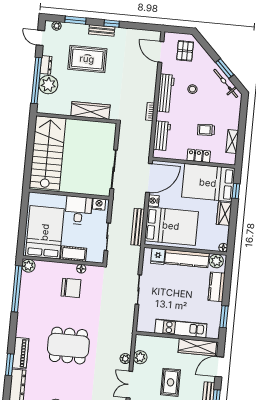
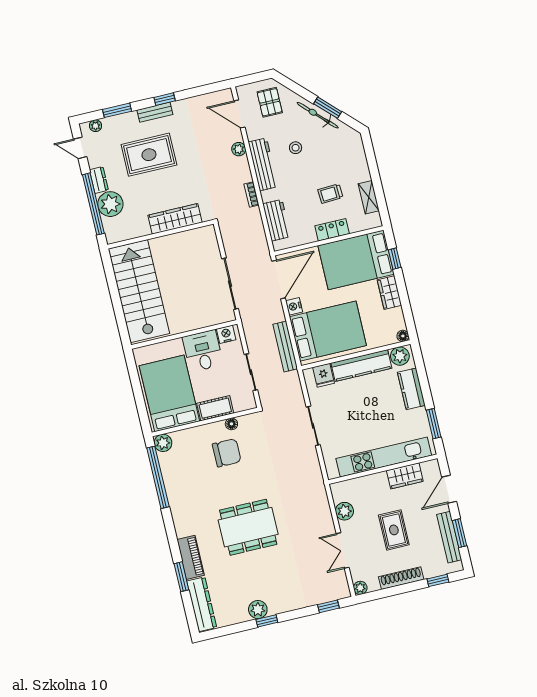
bicycle: (226, 83) -> (318, 115), moved
kitchen unit: (181, 328) -> (384, 457), width x1.36
wardrobe: (197, 347) -> (405, 476), width x0.67
plant: (125, 359) -> (239, 149), moved

